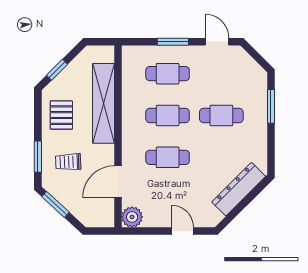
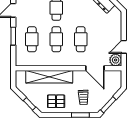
door: (183, 231) -> (124, 47), moved

